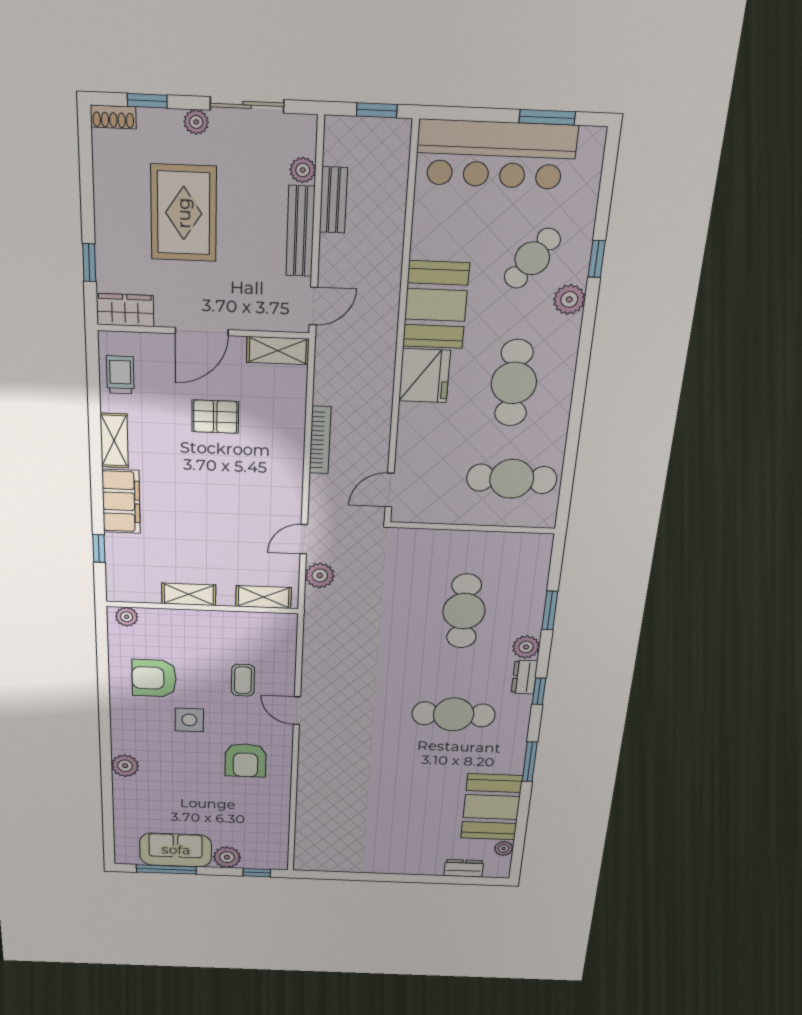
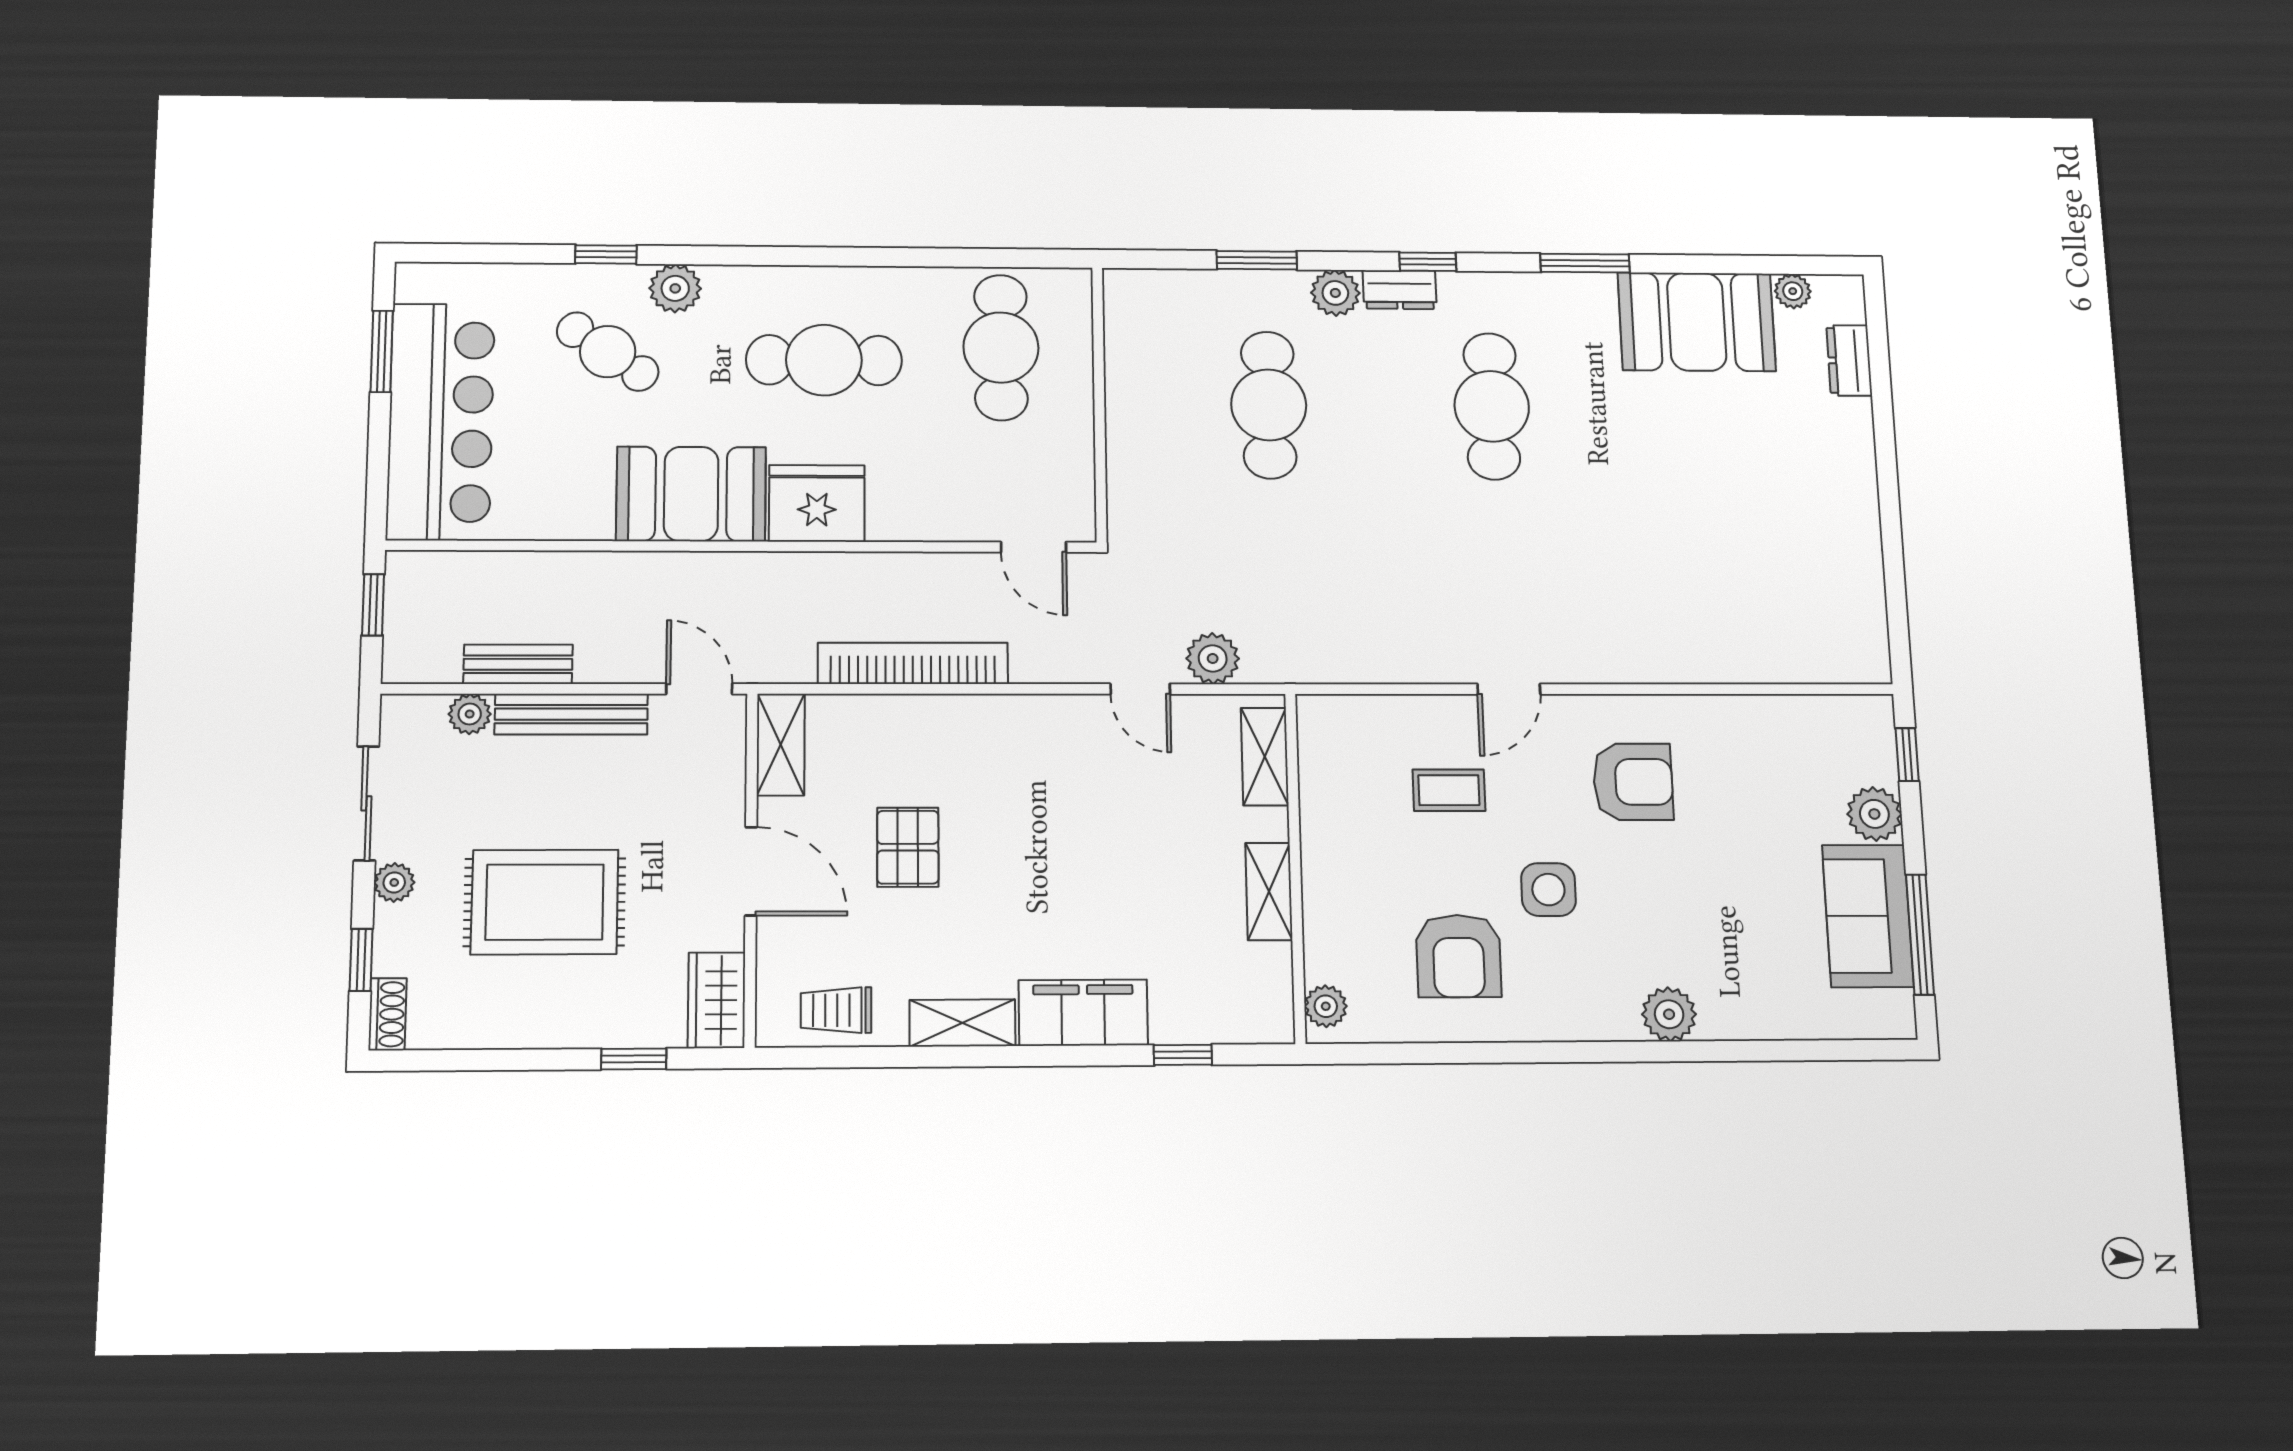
bookcase: (320, 440) -> (913, 663), width x1.48, depth x1.31
cafe table: (464, 611) -> (1269, 405), turned 90

